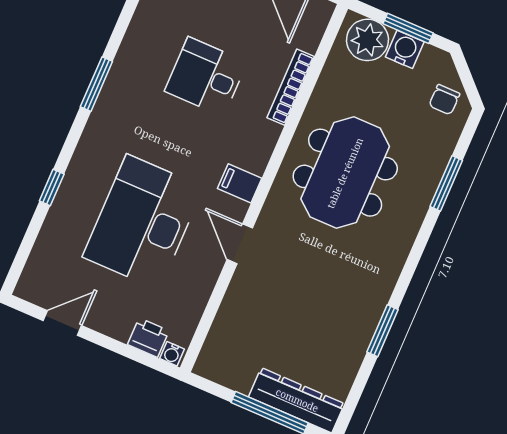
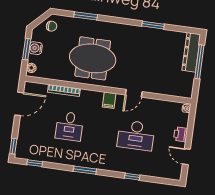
plant: (368, 40) -> (31, 68), width x0.53, depth x0.53
desk: (143, 222) -> (136, 135), width x0.73, depth x0.77
printer: (148, 338) -> (181, 134), moved

